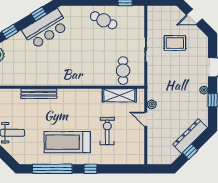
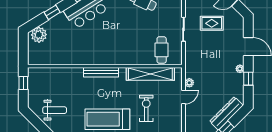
bench: (39, 94) -> (101, 72), moved
shelving: (119, 95) -> (150, 74), width x1.47
door: (146, 119) -> (183, 97), swing flipped

